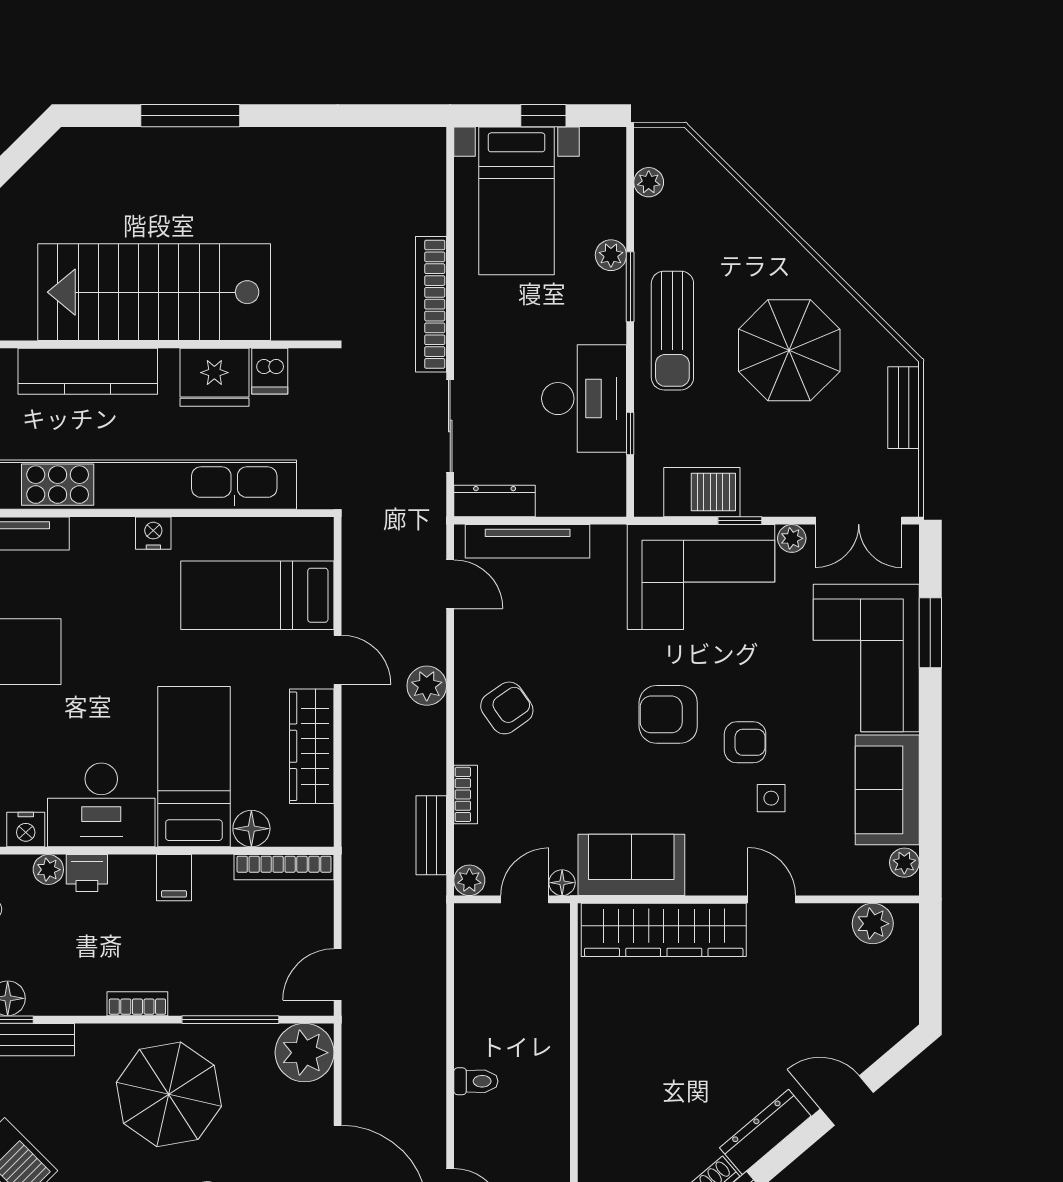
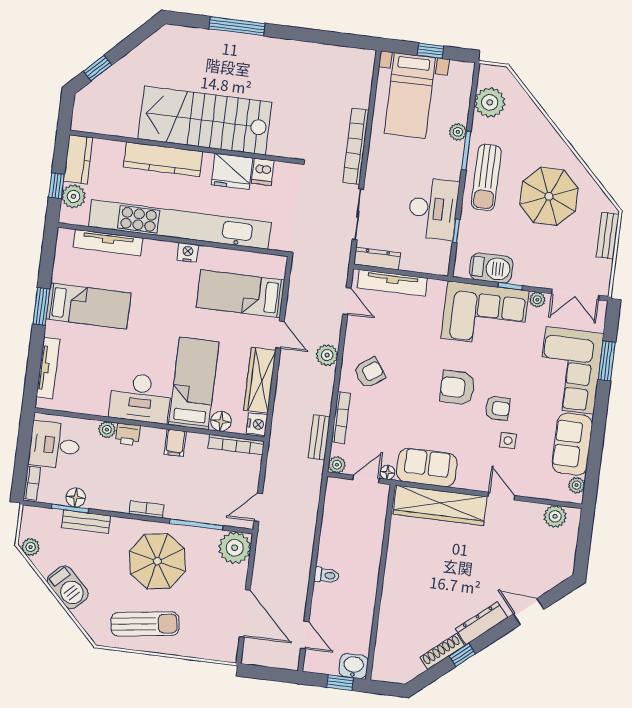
plant: (649, 182) -> (490, 102), width x1.88, depth x1.88
bookcase: (466, 794) -> (341, 417), width x1.56
nightstand: (26, 830) -> (257, 424), moved, turned -90

